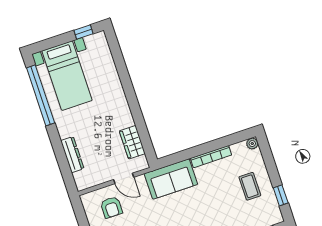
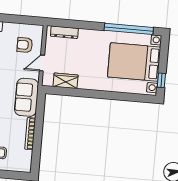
bed with nightstands: (67, 76) -> (134, 62), width x1.36
plant: (252, 144) -> (27, 168), removed
dresser: (72, 155) -> (64, 32), moved

